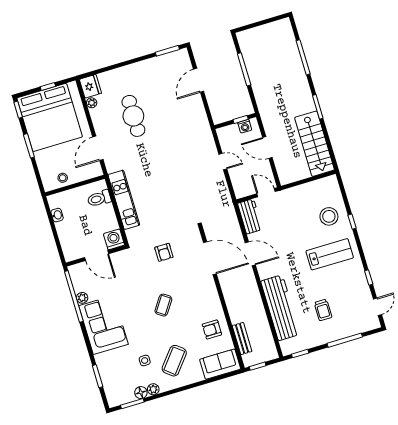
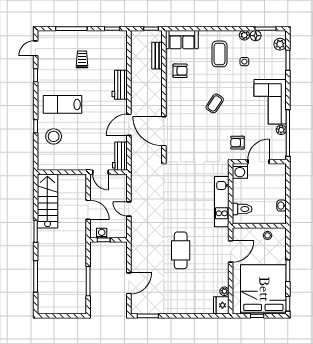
cafe table: (133, 116) -> (181, 250), moved
armchair: (164, 252) -> (237, 143), moved, turned -90
door: (250, 254) -> (129, 125), hinge flipped
door: (97, 256) -> (258, 162), hinge flipped
workbench: (280, 308) -> (120, 85), width x0.53, depth x0.76
coffee table: (174, 361) -> (220, 54), turned -39
plant: (111, 391) -> (280, 44), added

